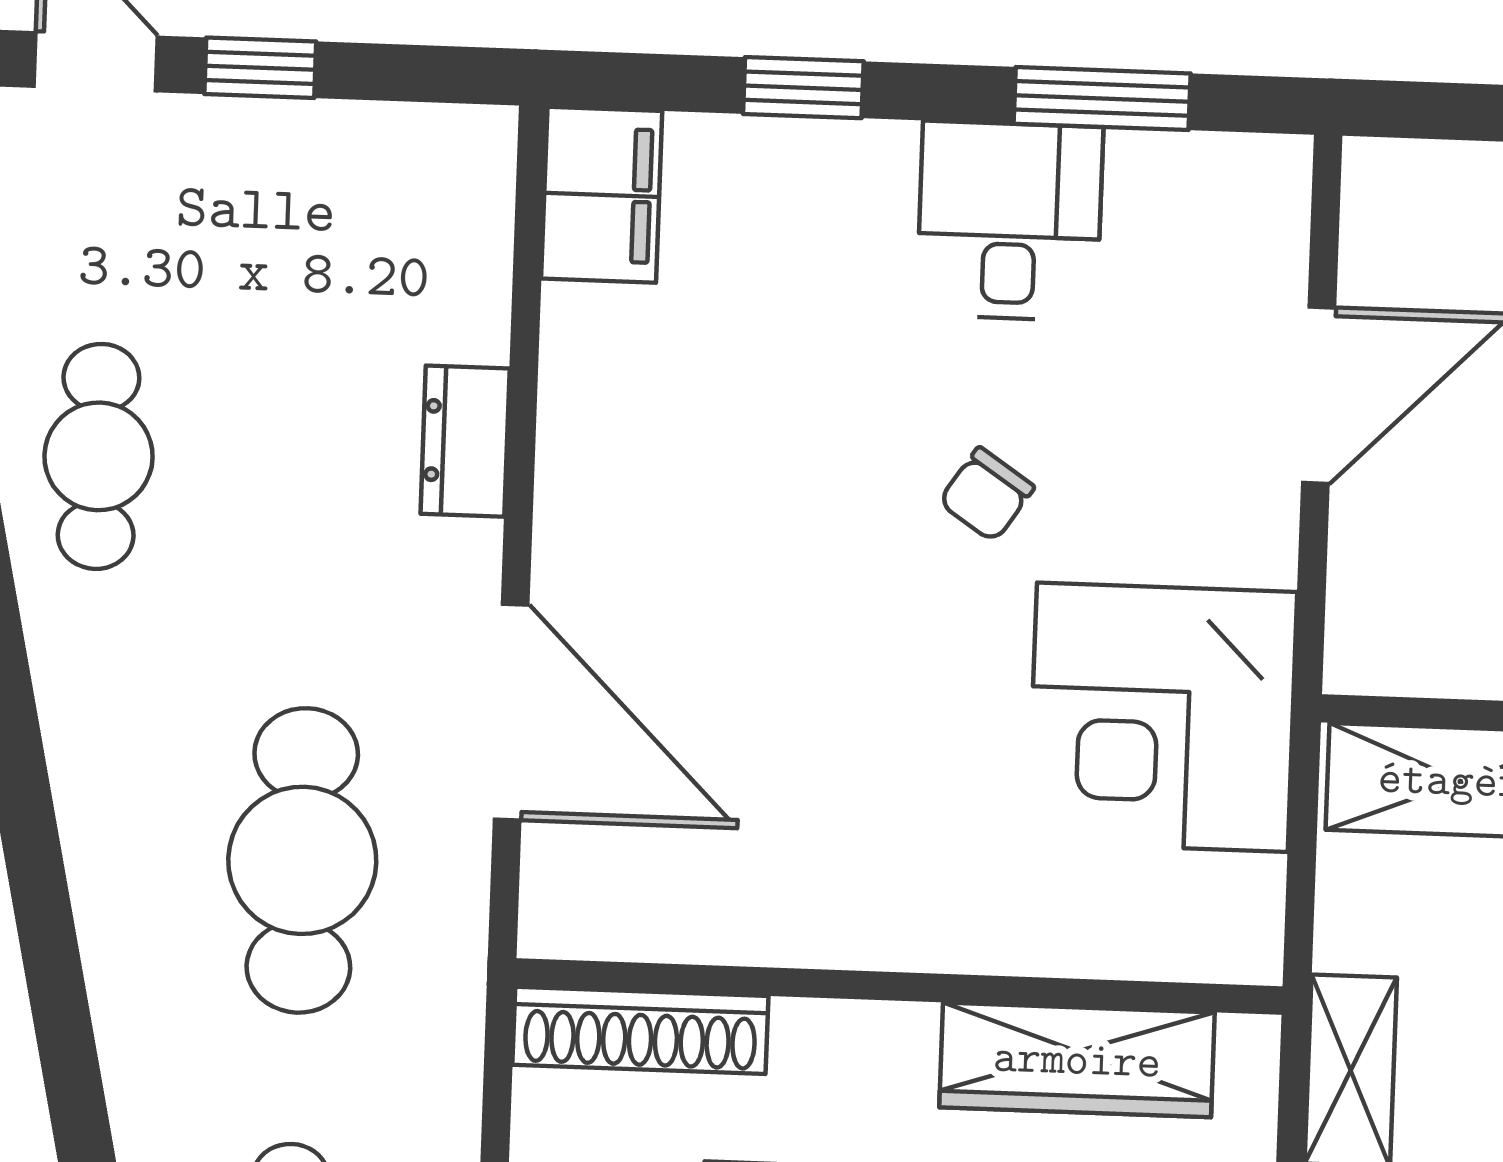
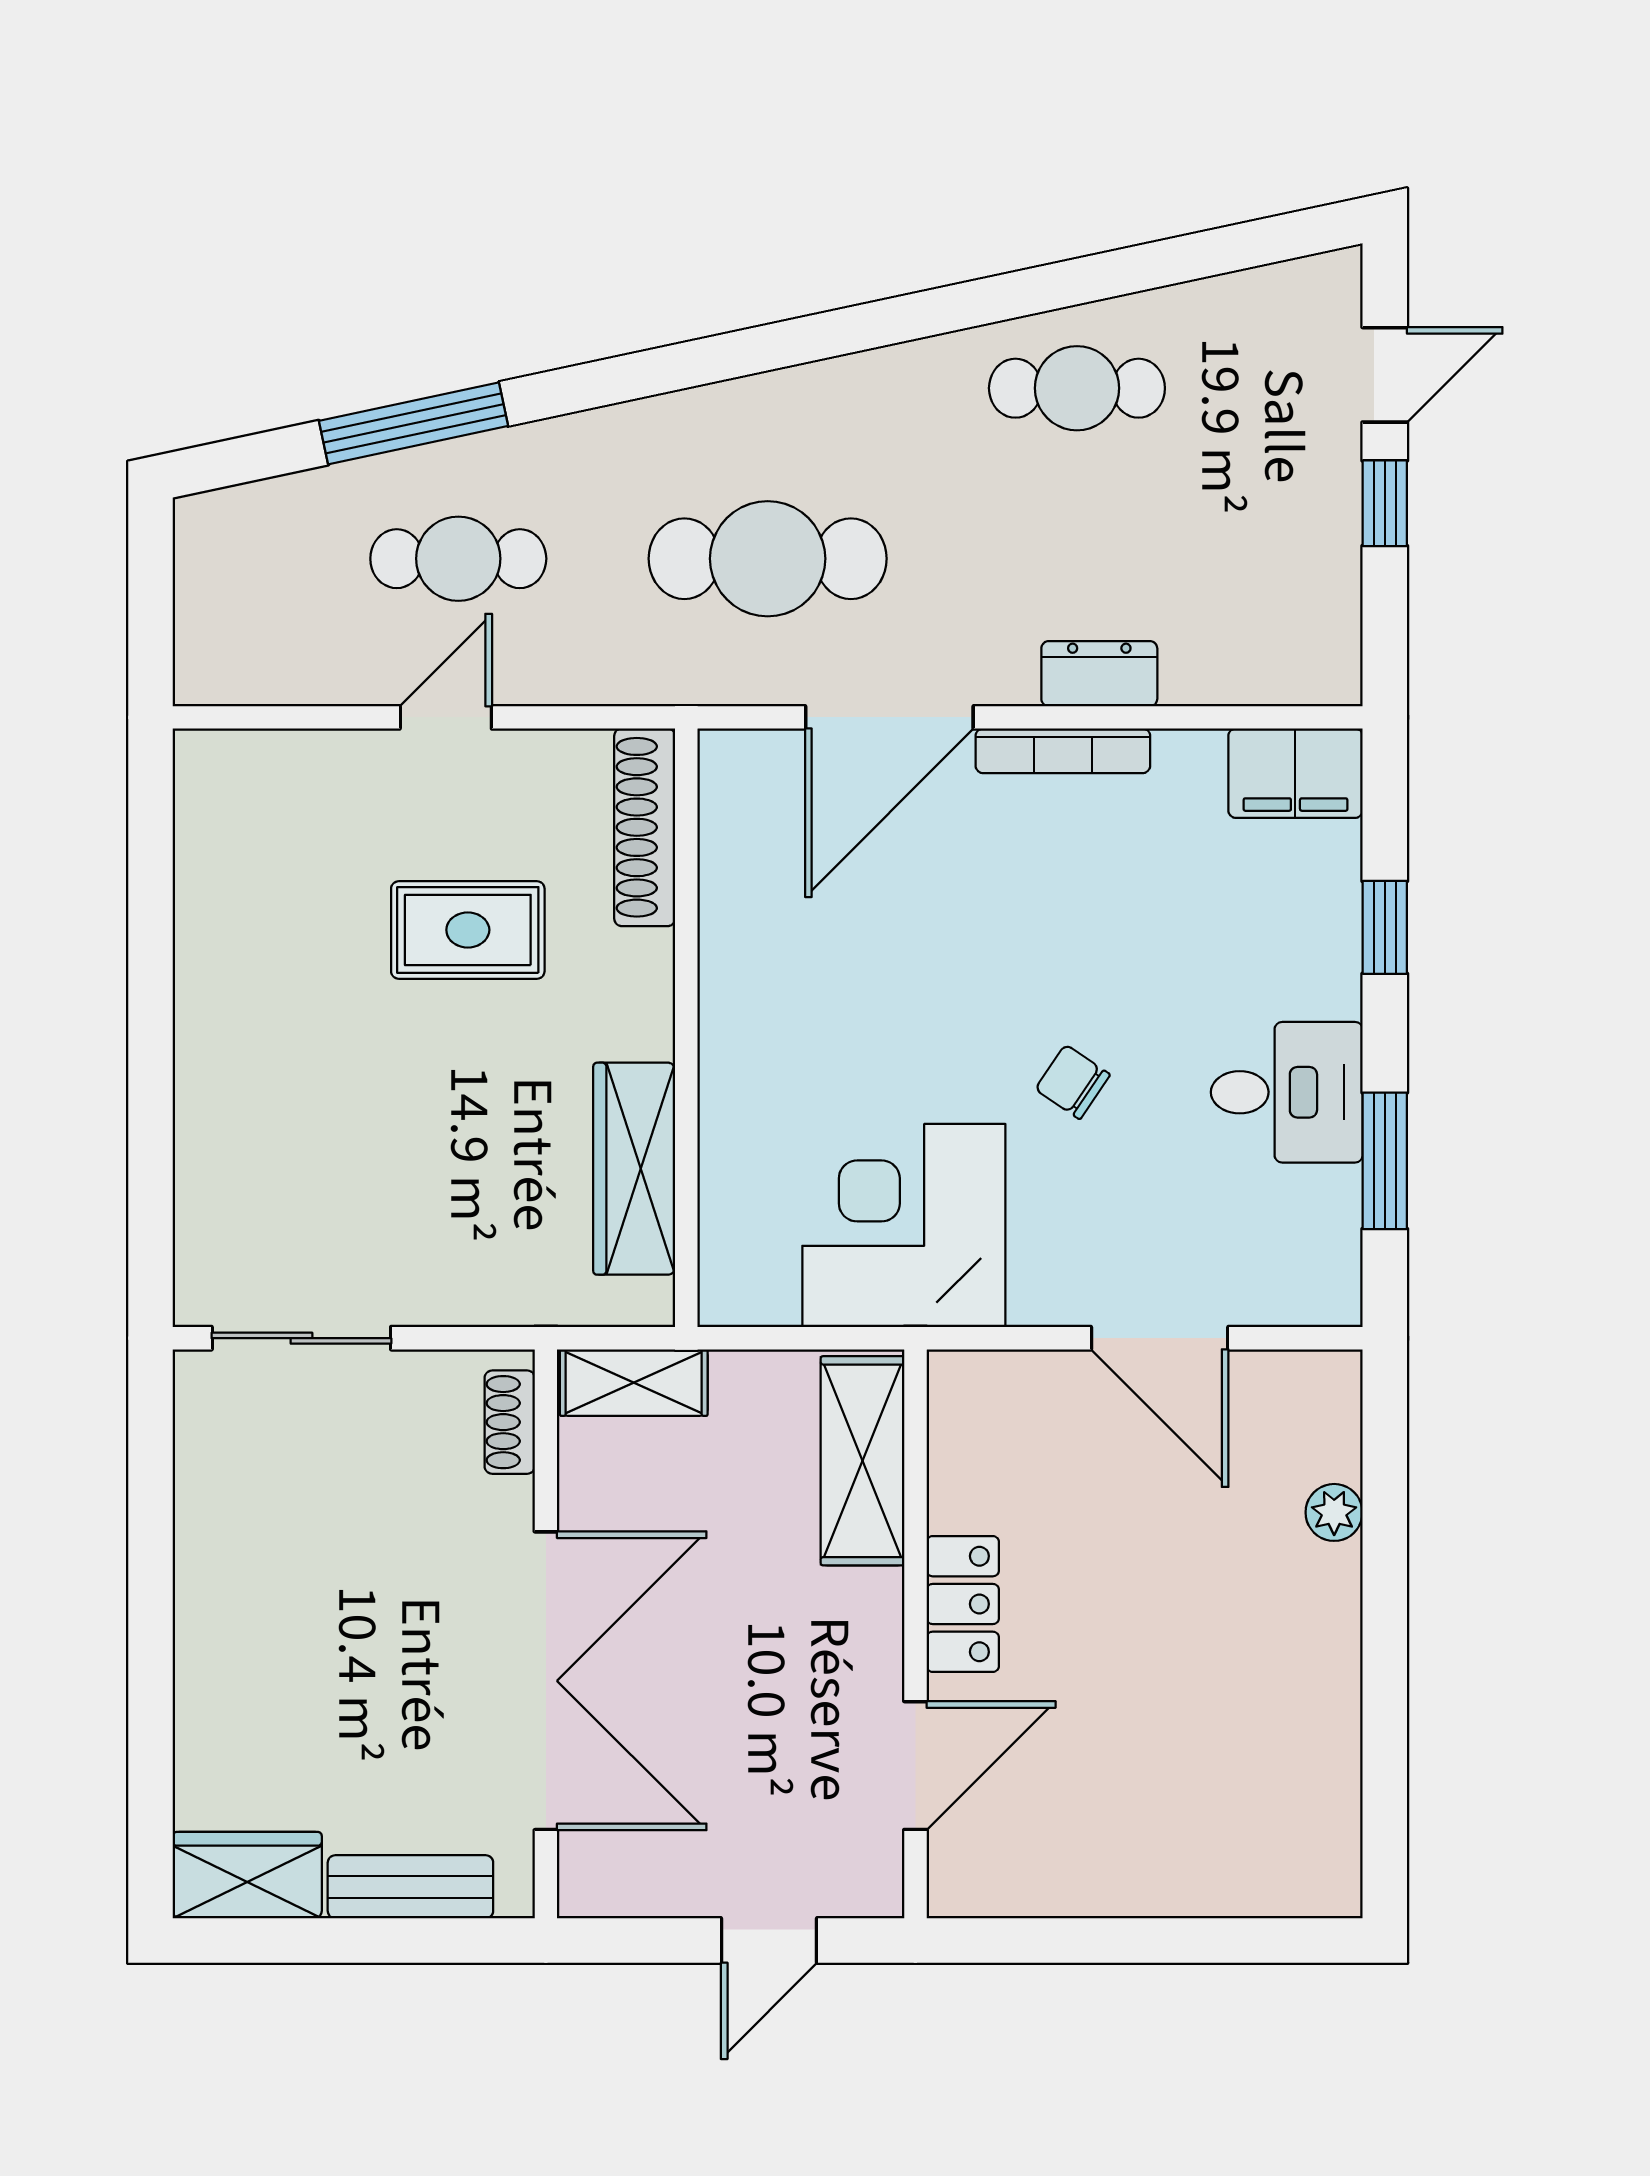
bookcase: (562, 491) -> (1063, 751), added

